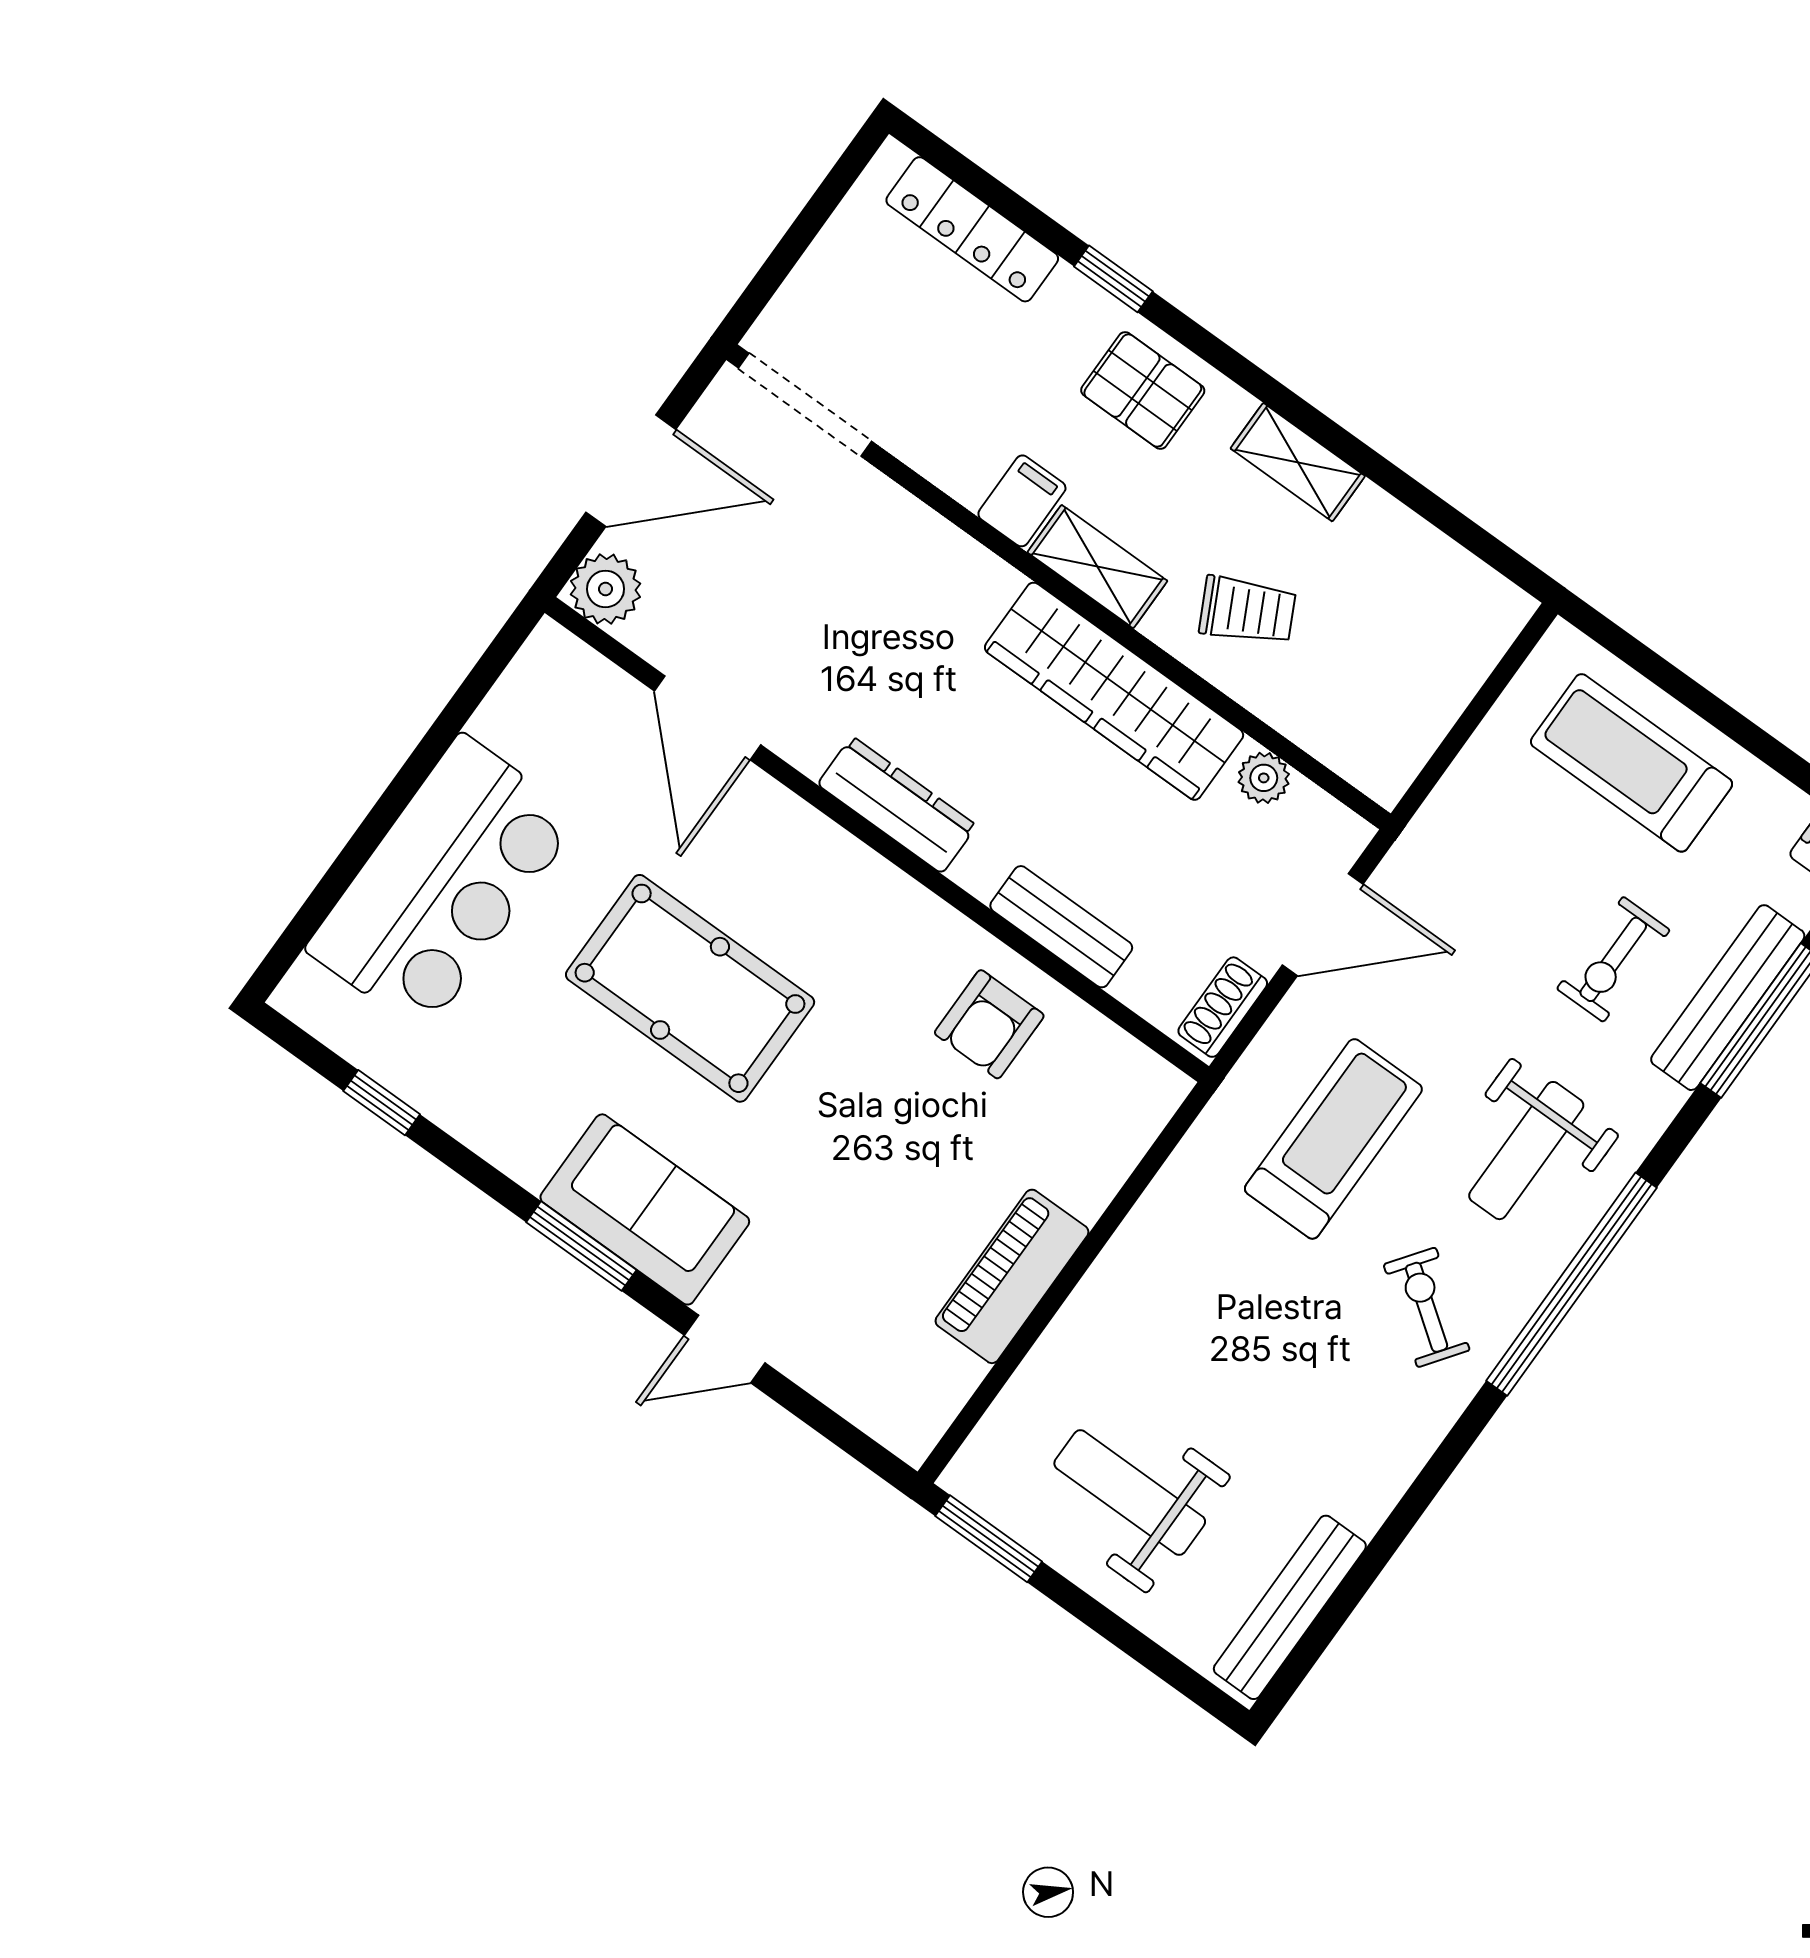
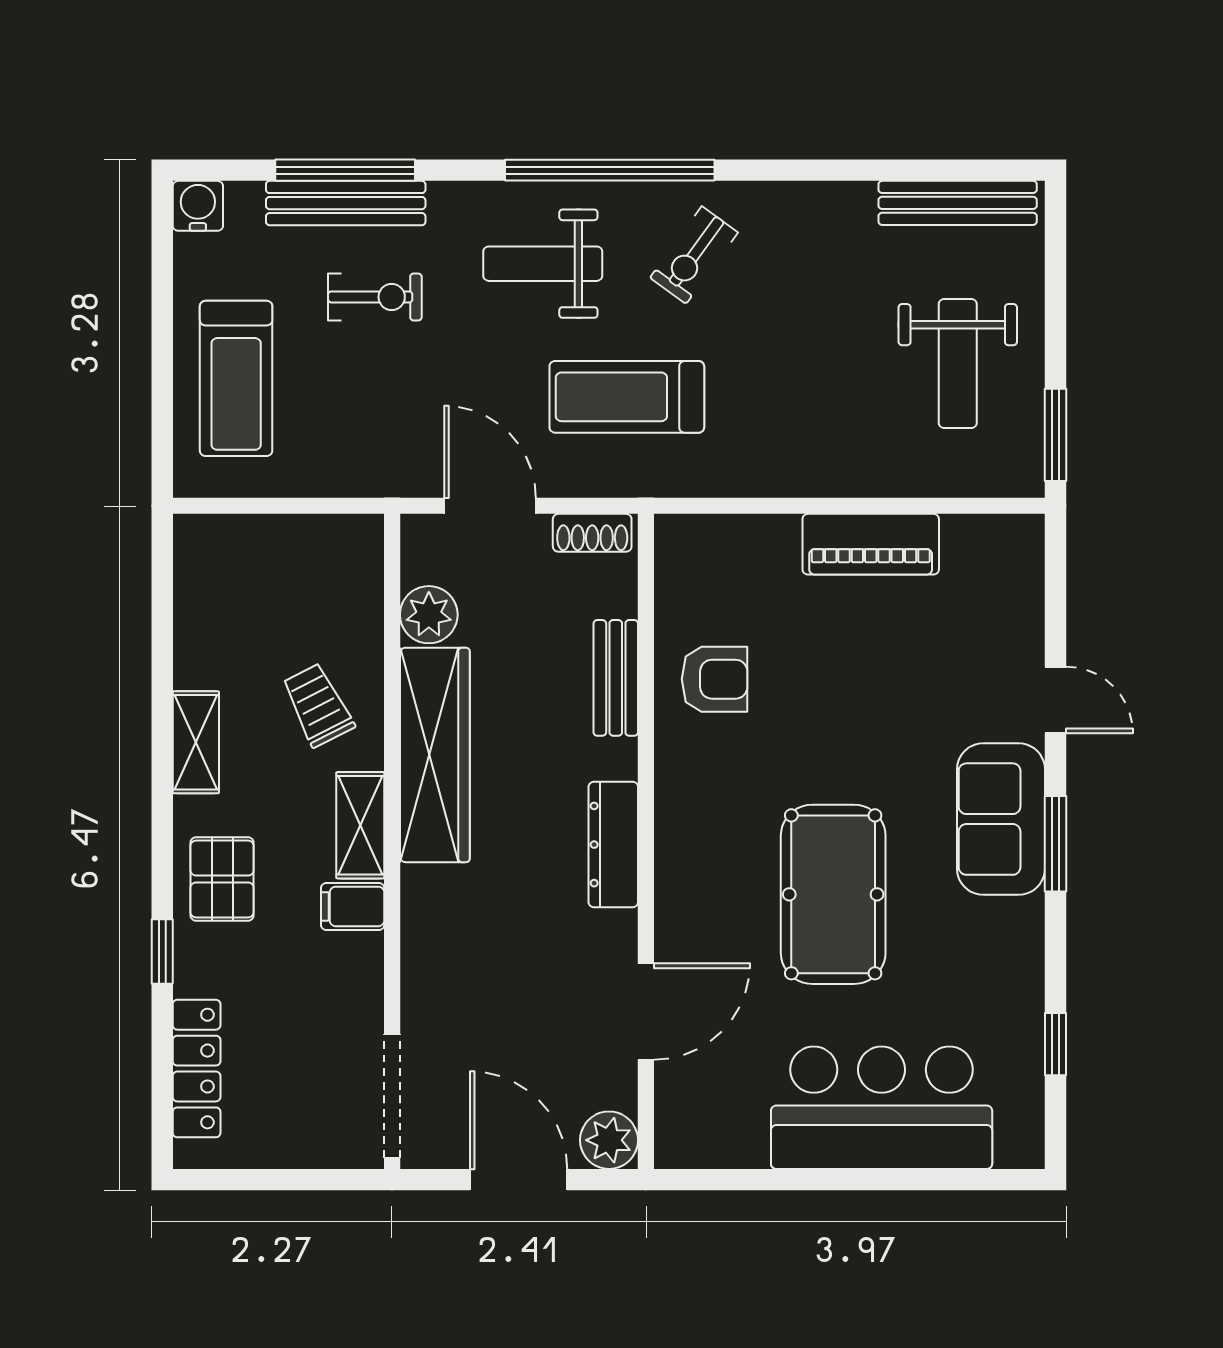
plant: (1264, 778) -> (429, 615), width x1.38, depth x1.38
weight bench: (1526, 1151) -> (543, 264), turned 180

